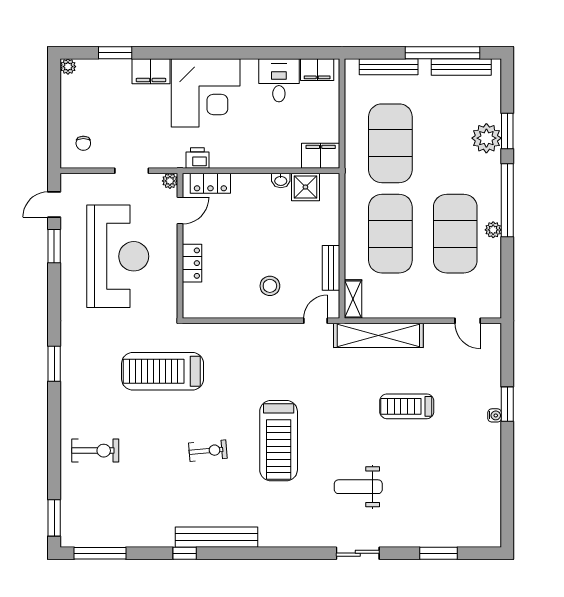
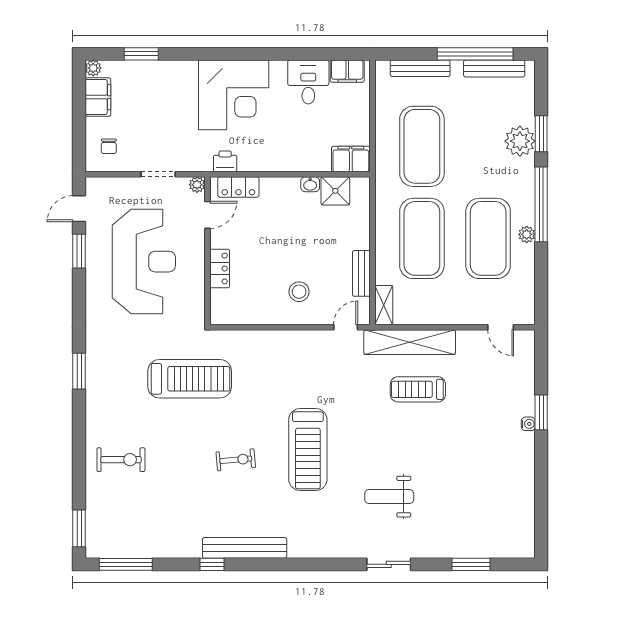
filing cabinet: (151, 71) -> (98, 97), moved, turned -90
treadmill: (163, 371) -> (190, 379), turned 180
treadmill: (407, 406) -> (418, 389), moved

